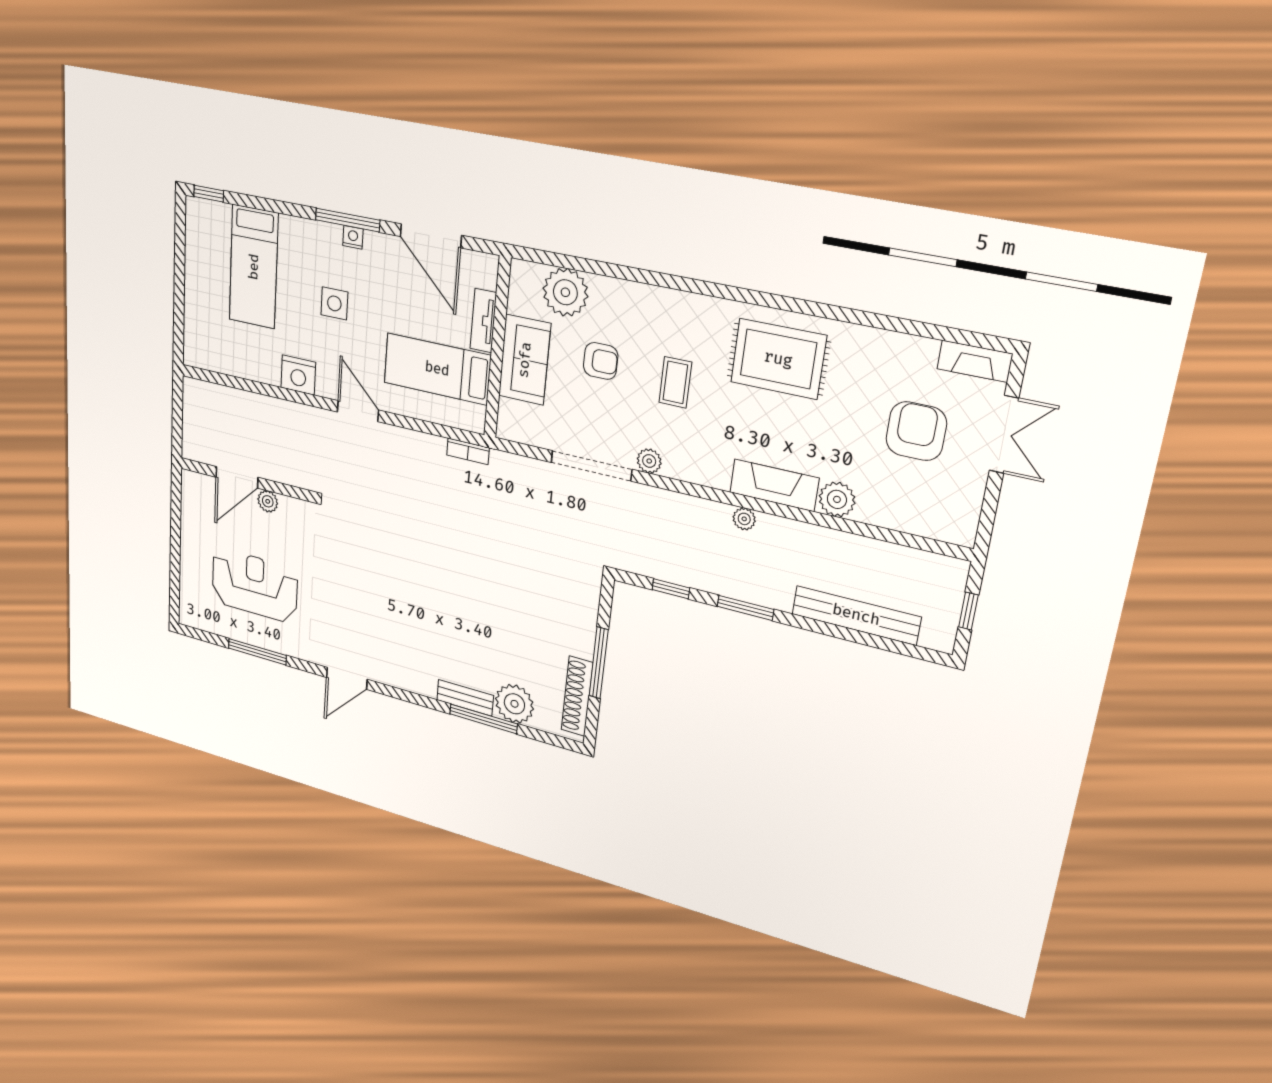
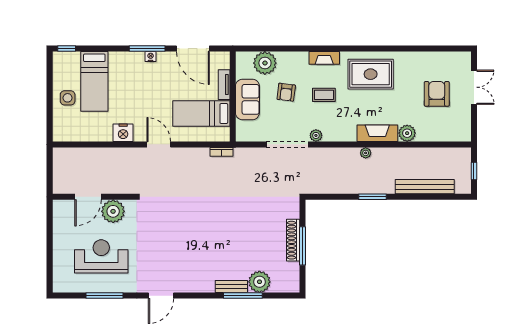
side table: (334, 303) -> (68, 98), moved
armchair: (601, 361) -> (286, 92), turned 97
fireplace: (975, 361) -> (324, 58), moved
coffee table: (675, 382) -> (324, 95), turned 90
plant: (268, 501) -> (113, 211), width x1.88, depth x1.88
window: (671, 589) -> (335, 197), removed
shoe rack: (577, 696) -> (293, 240), moved

